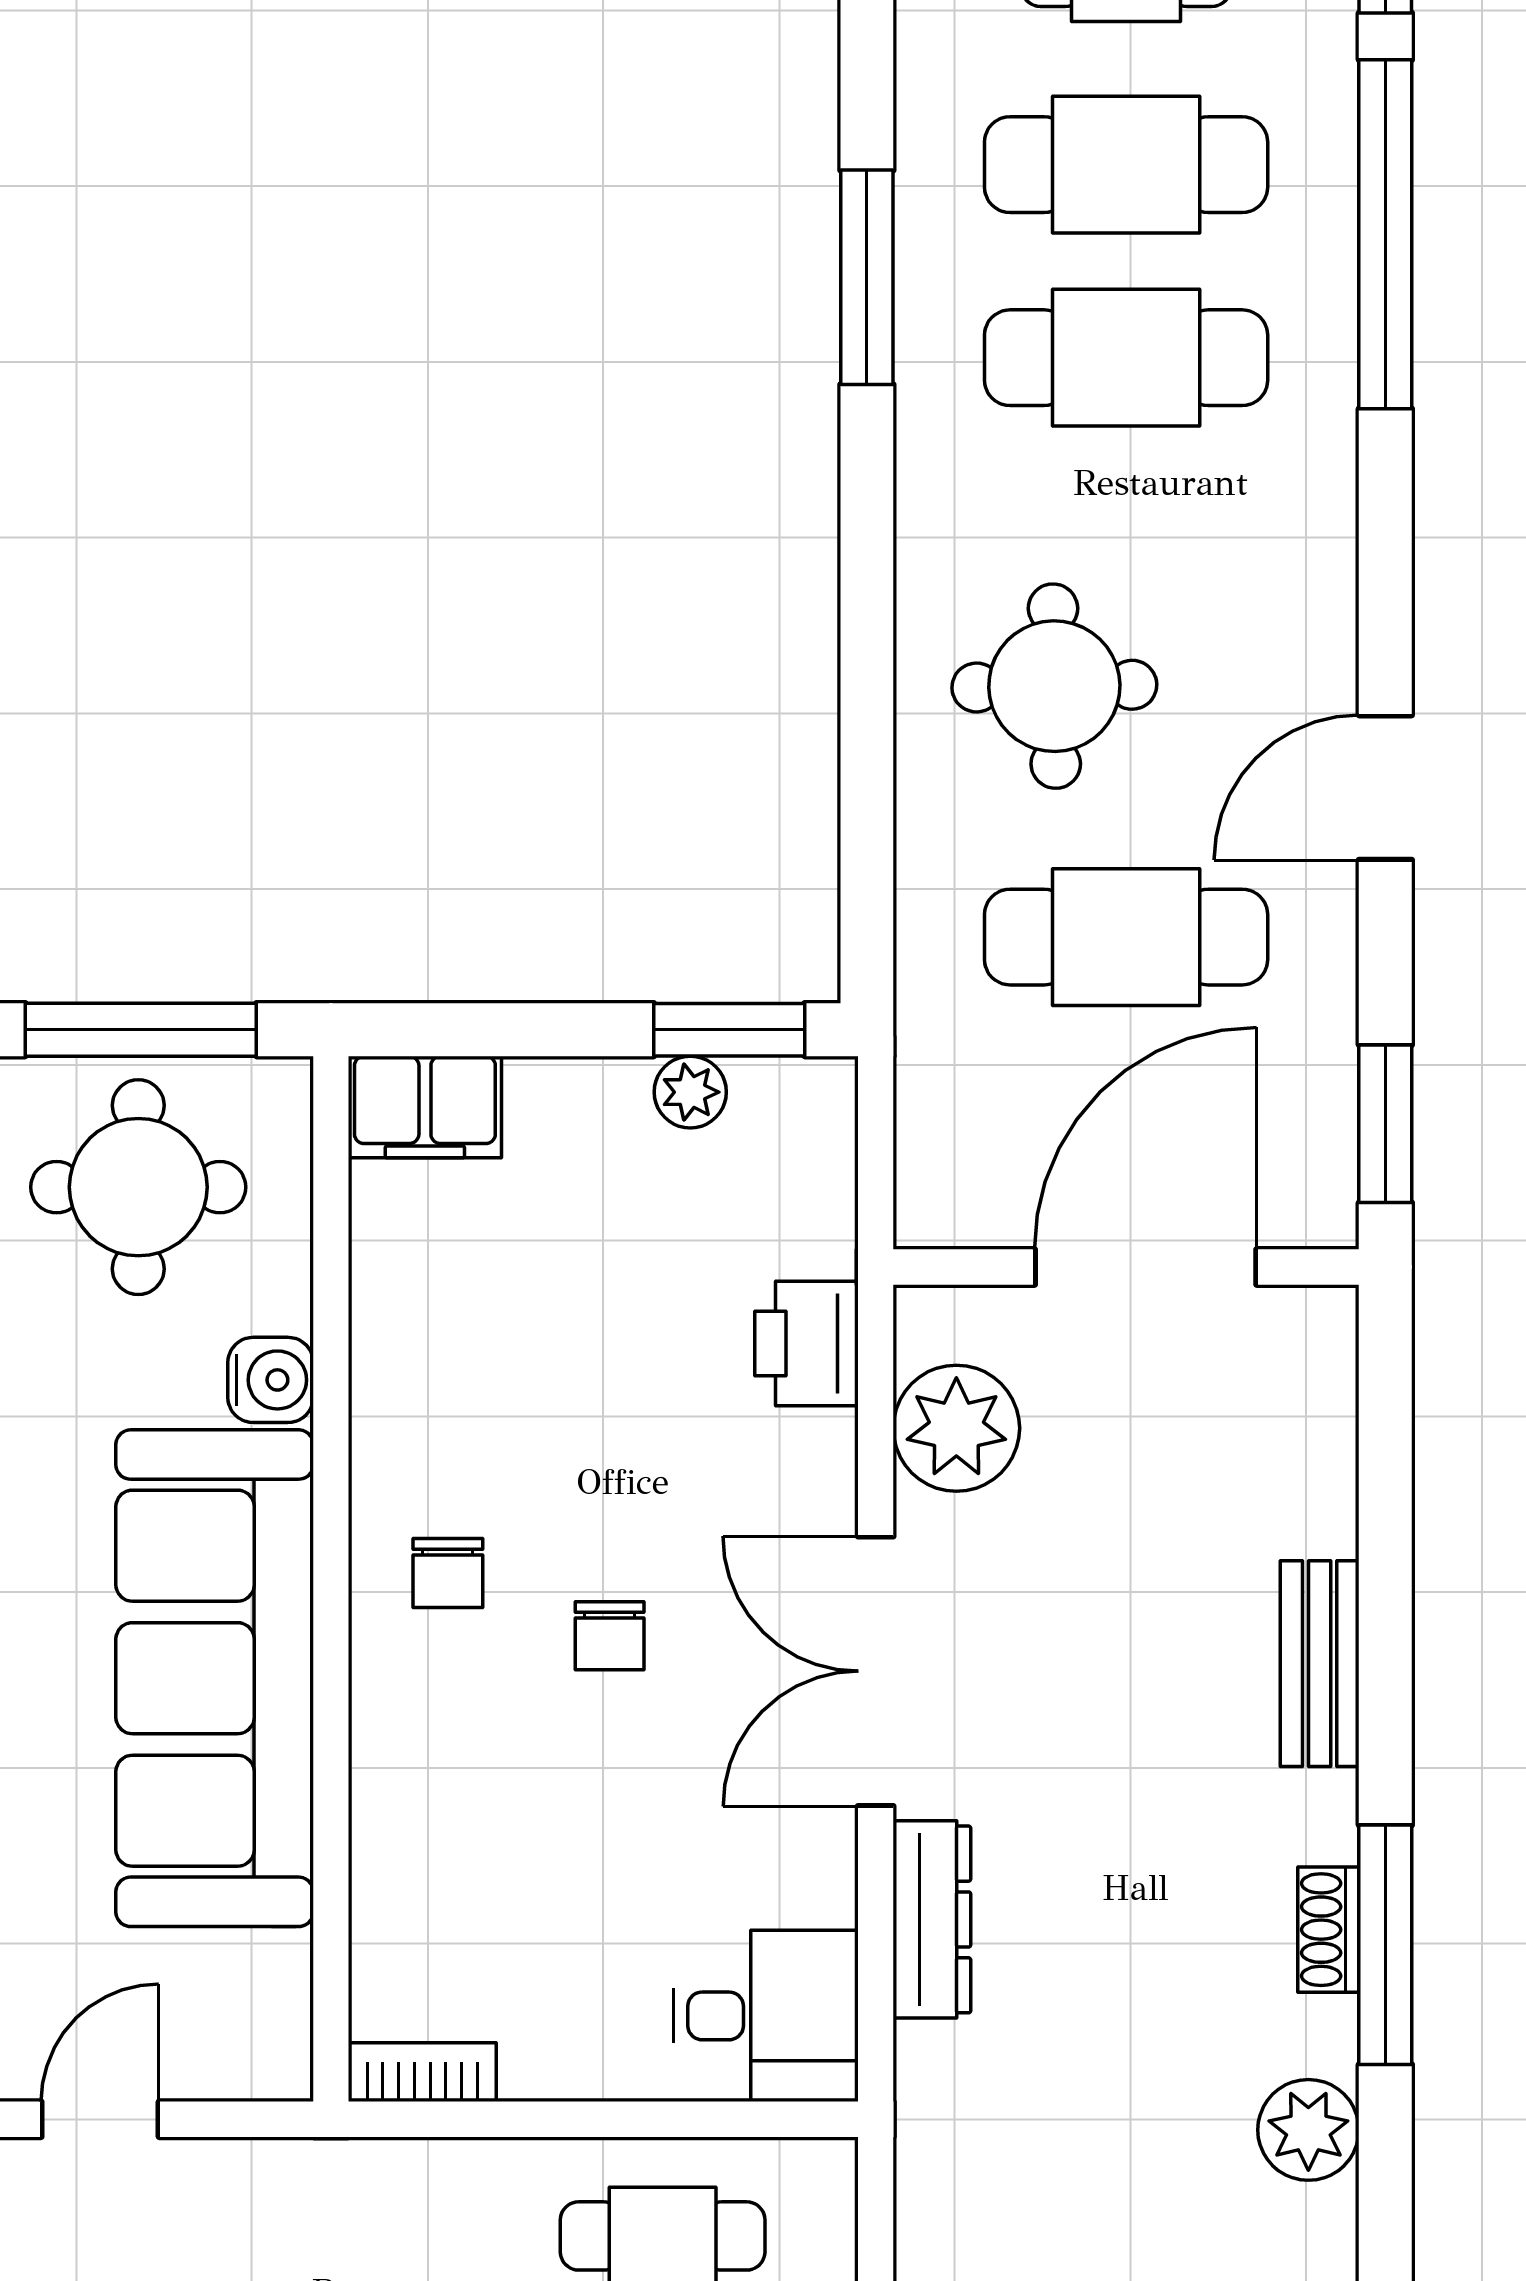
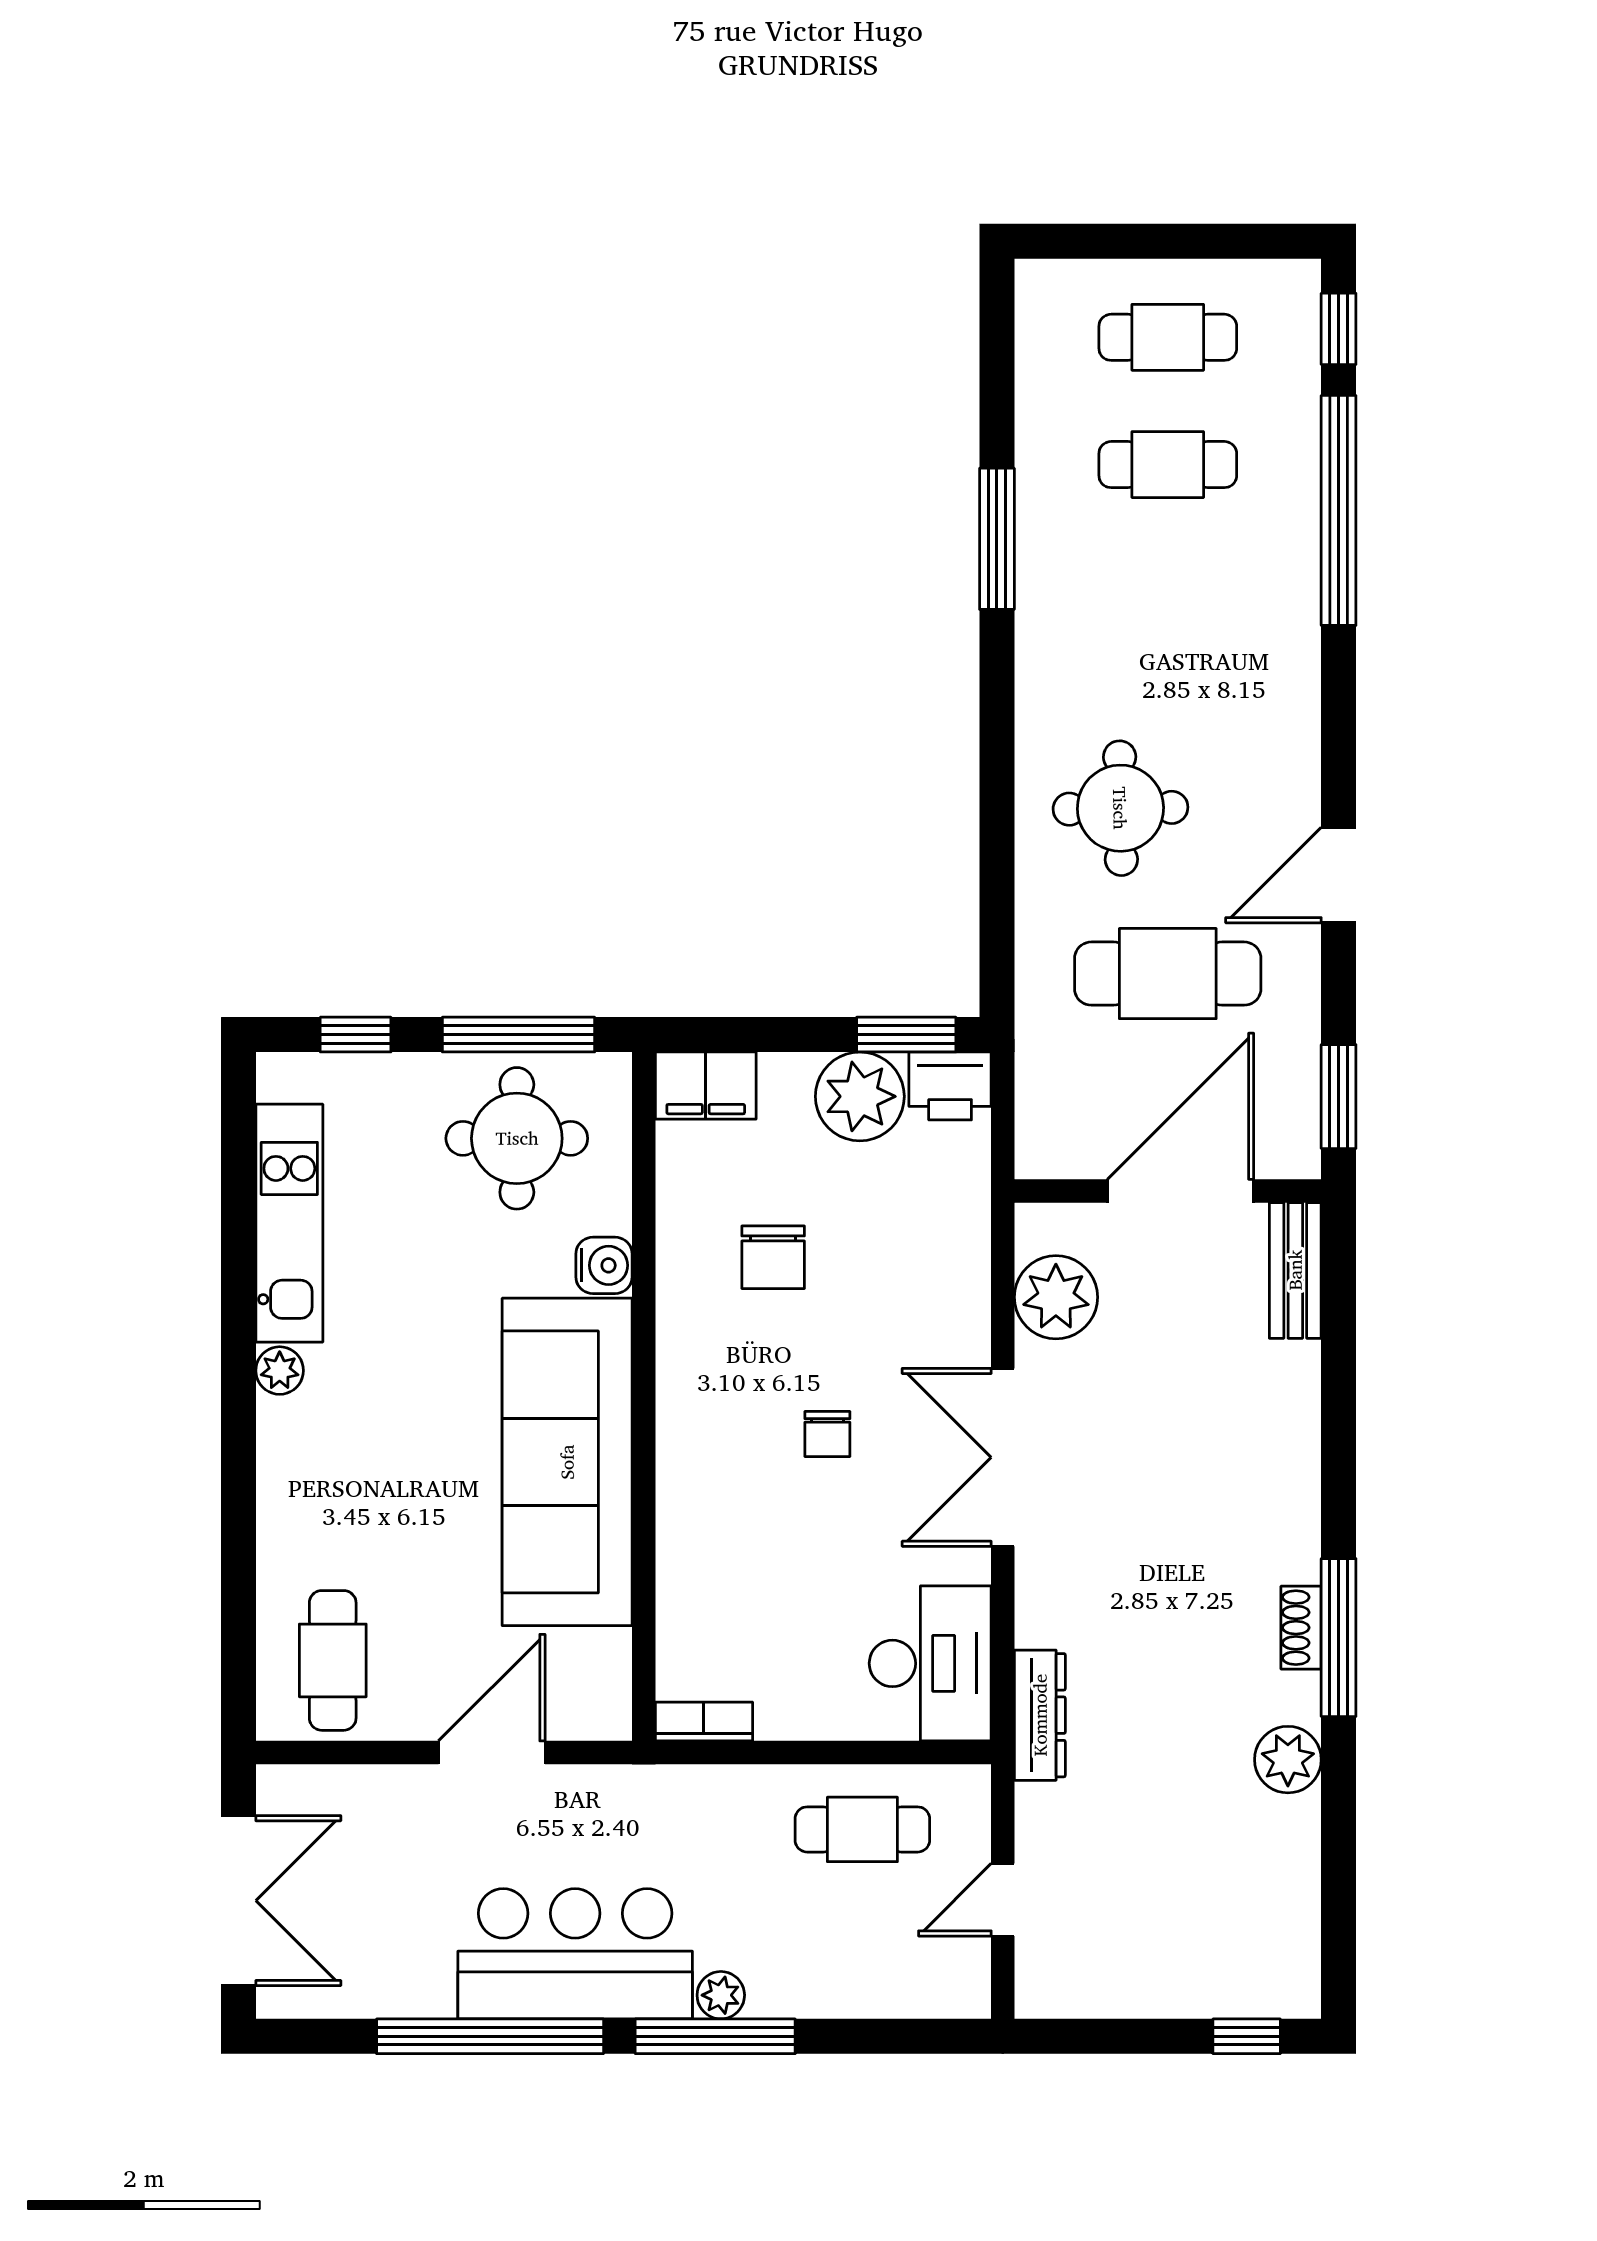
cafe table: (1126, 165) -> (1168, 465), width x0.73, depth x0.74
cafe table: (1126, 358) -> (1168, 592), removed
plant: (690, 1092) -> (860, 1096), width x1.87, depth x1.87
printer: (806, 1343) -> (950, 1086), moved, turned -90
chair: (448, 1573) -> (773, 1257), moved, width x1.37, depth x1.37
bench: (1320, 1664) -> (1295, 1270), moved
dresser: (932, 1919) -> (1040, 1715), moved
desk: (766, 2016) -> (930, 1663), width x1.37
door: (100, 2119) -> (492, 1753), width x1.38

